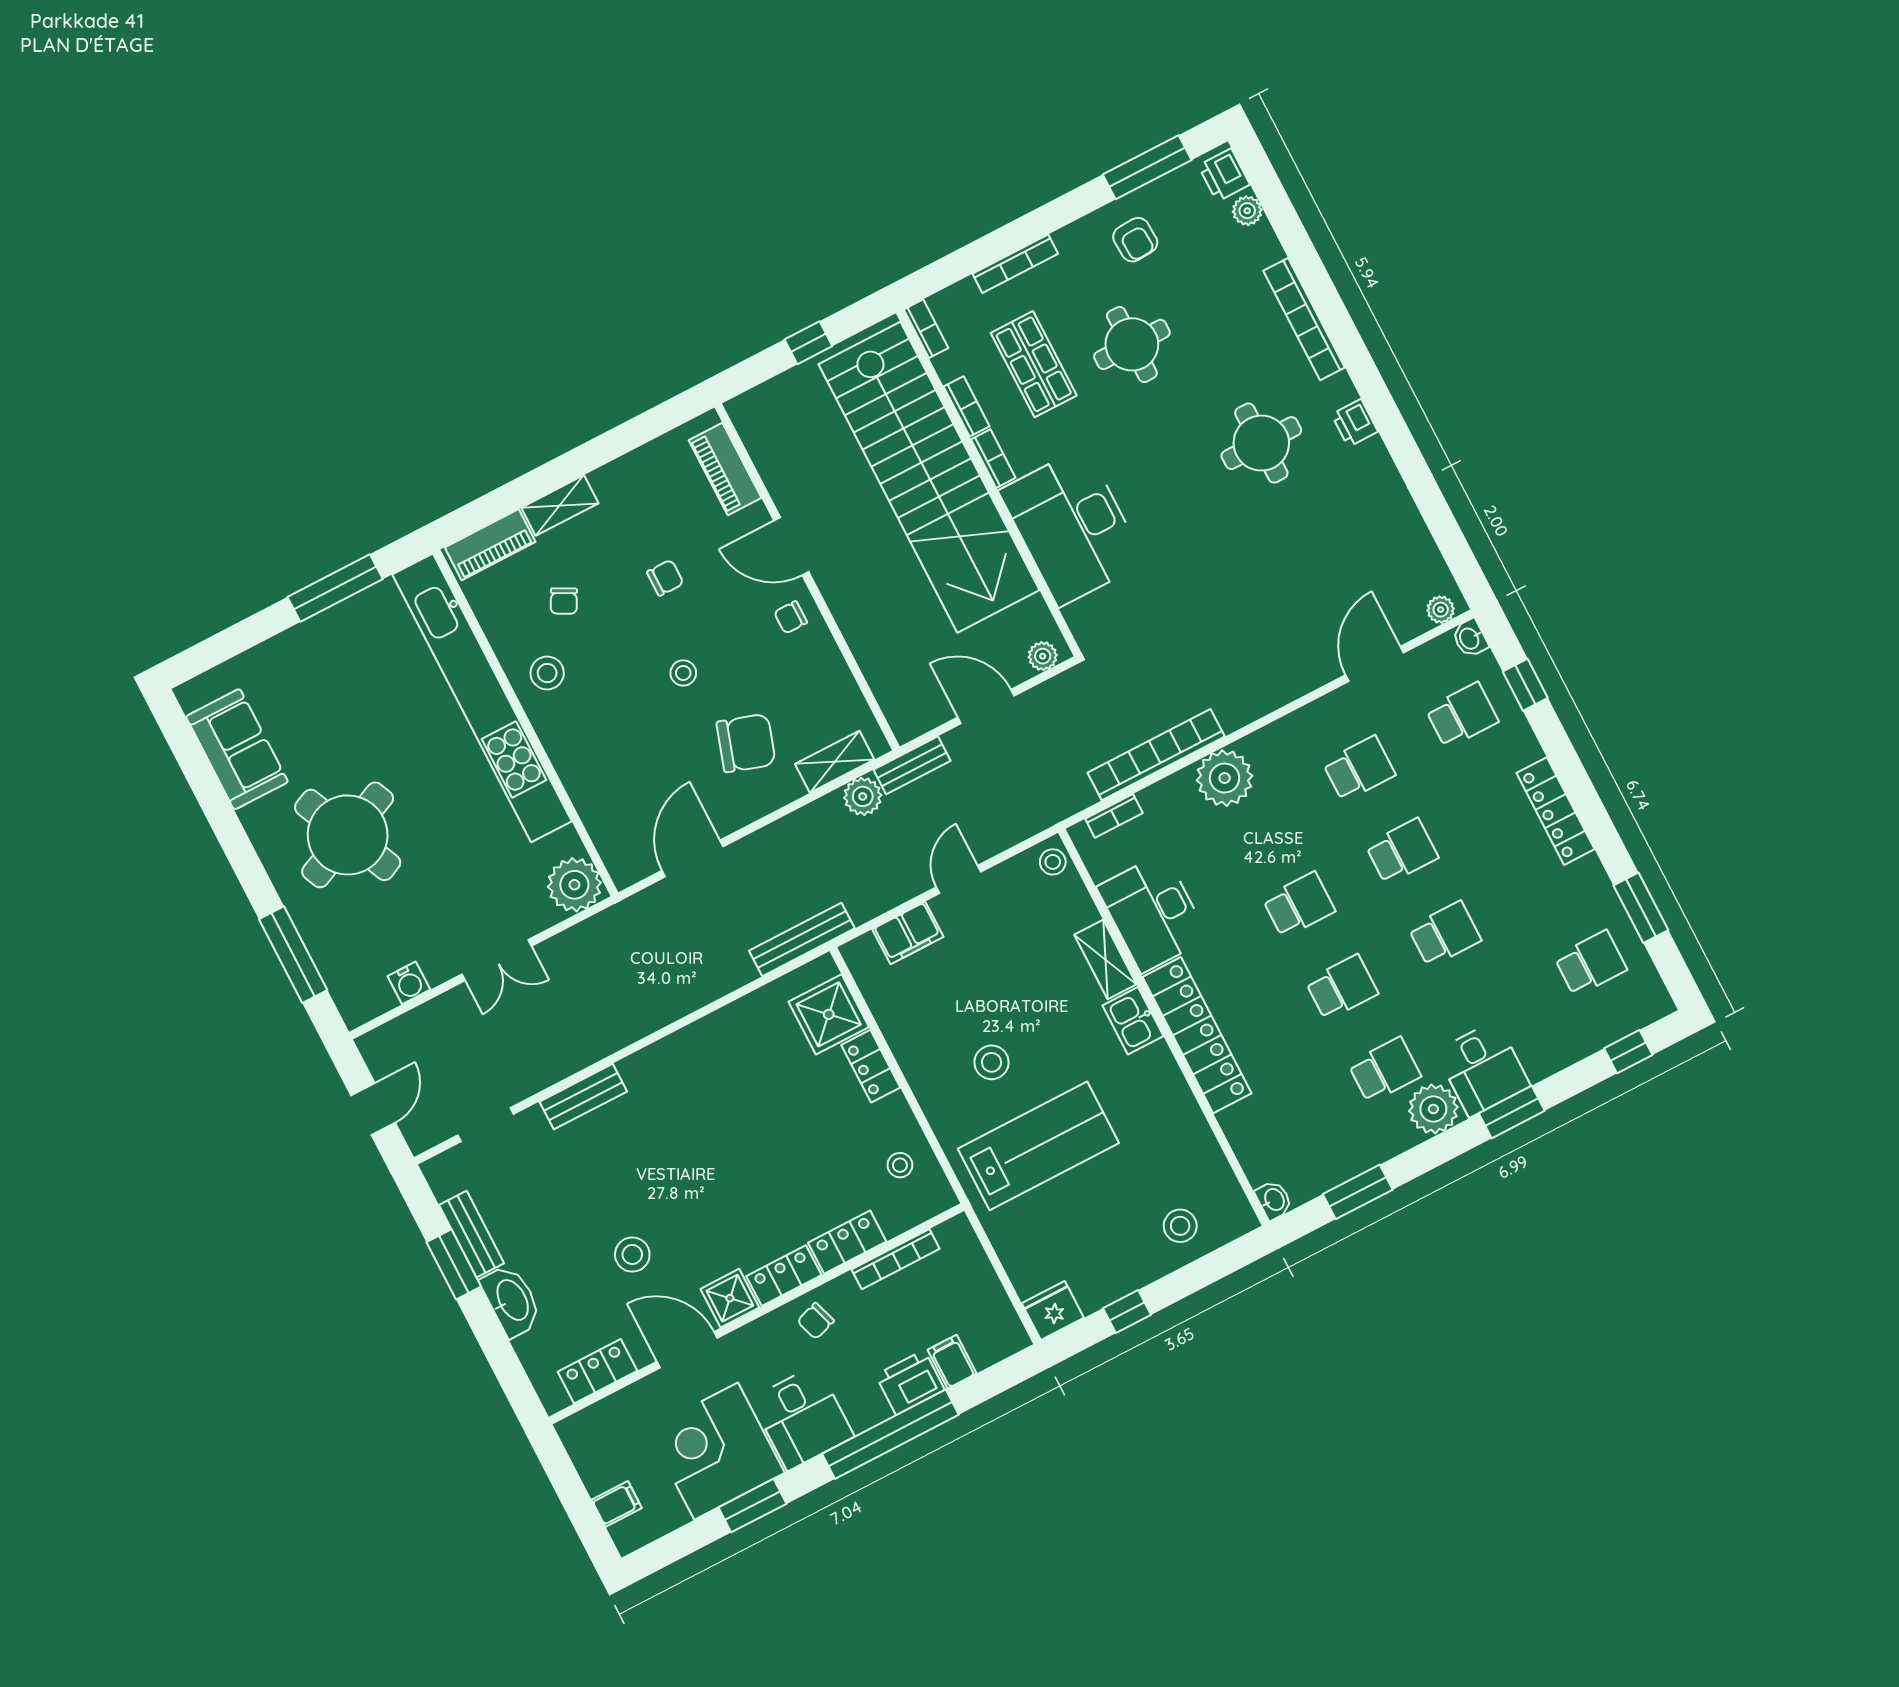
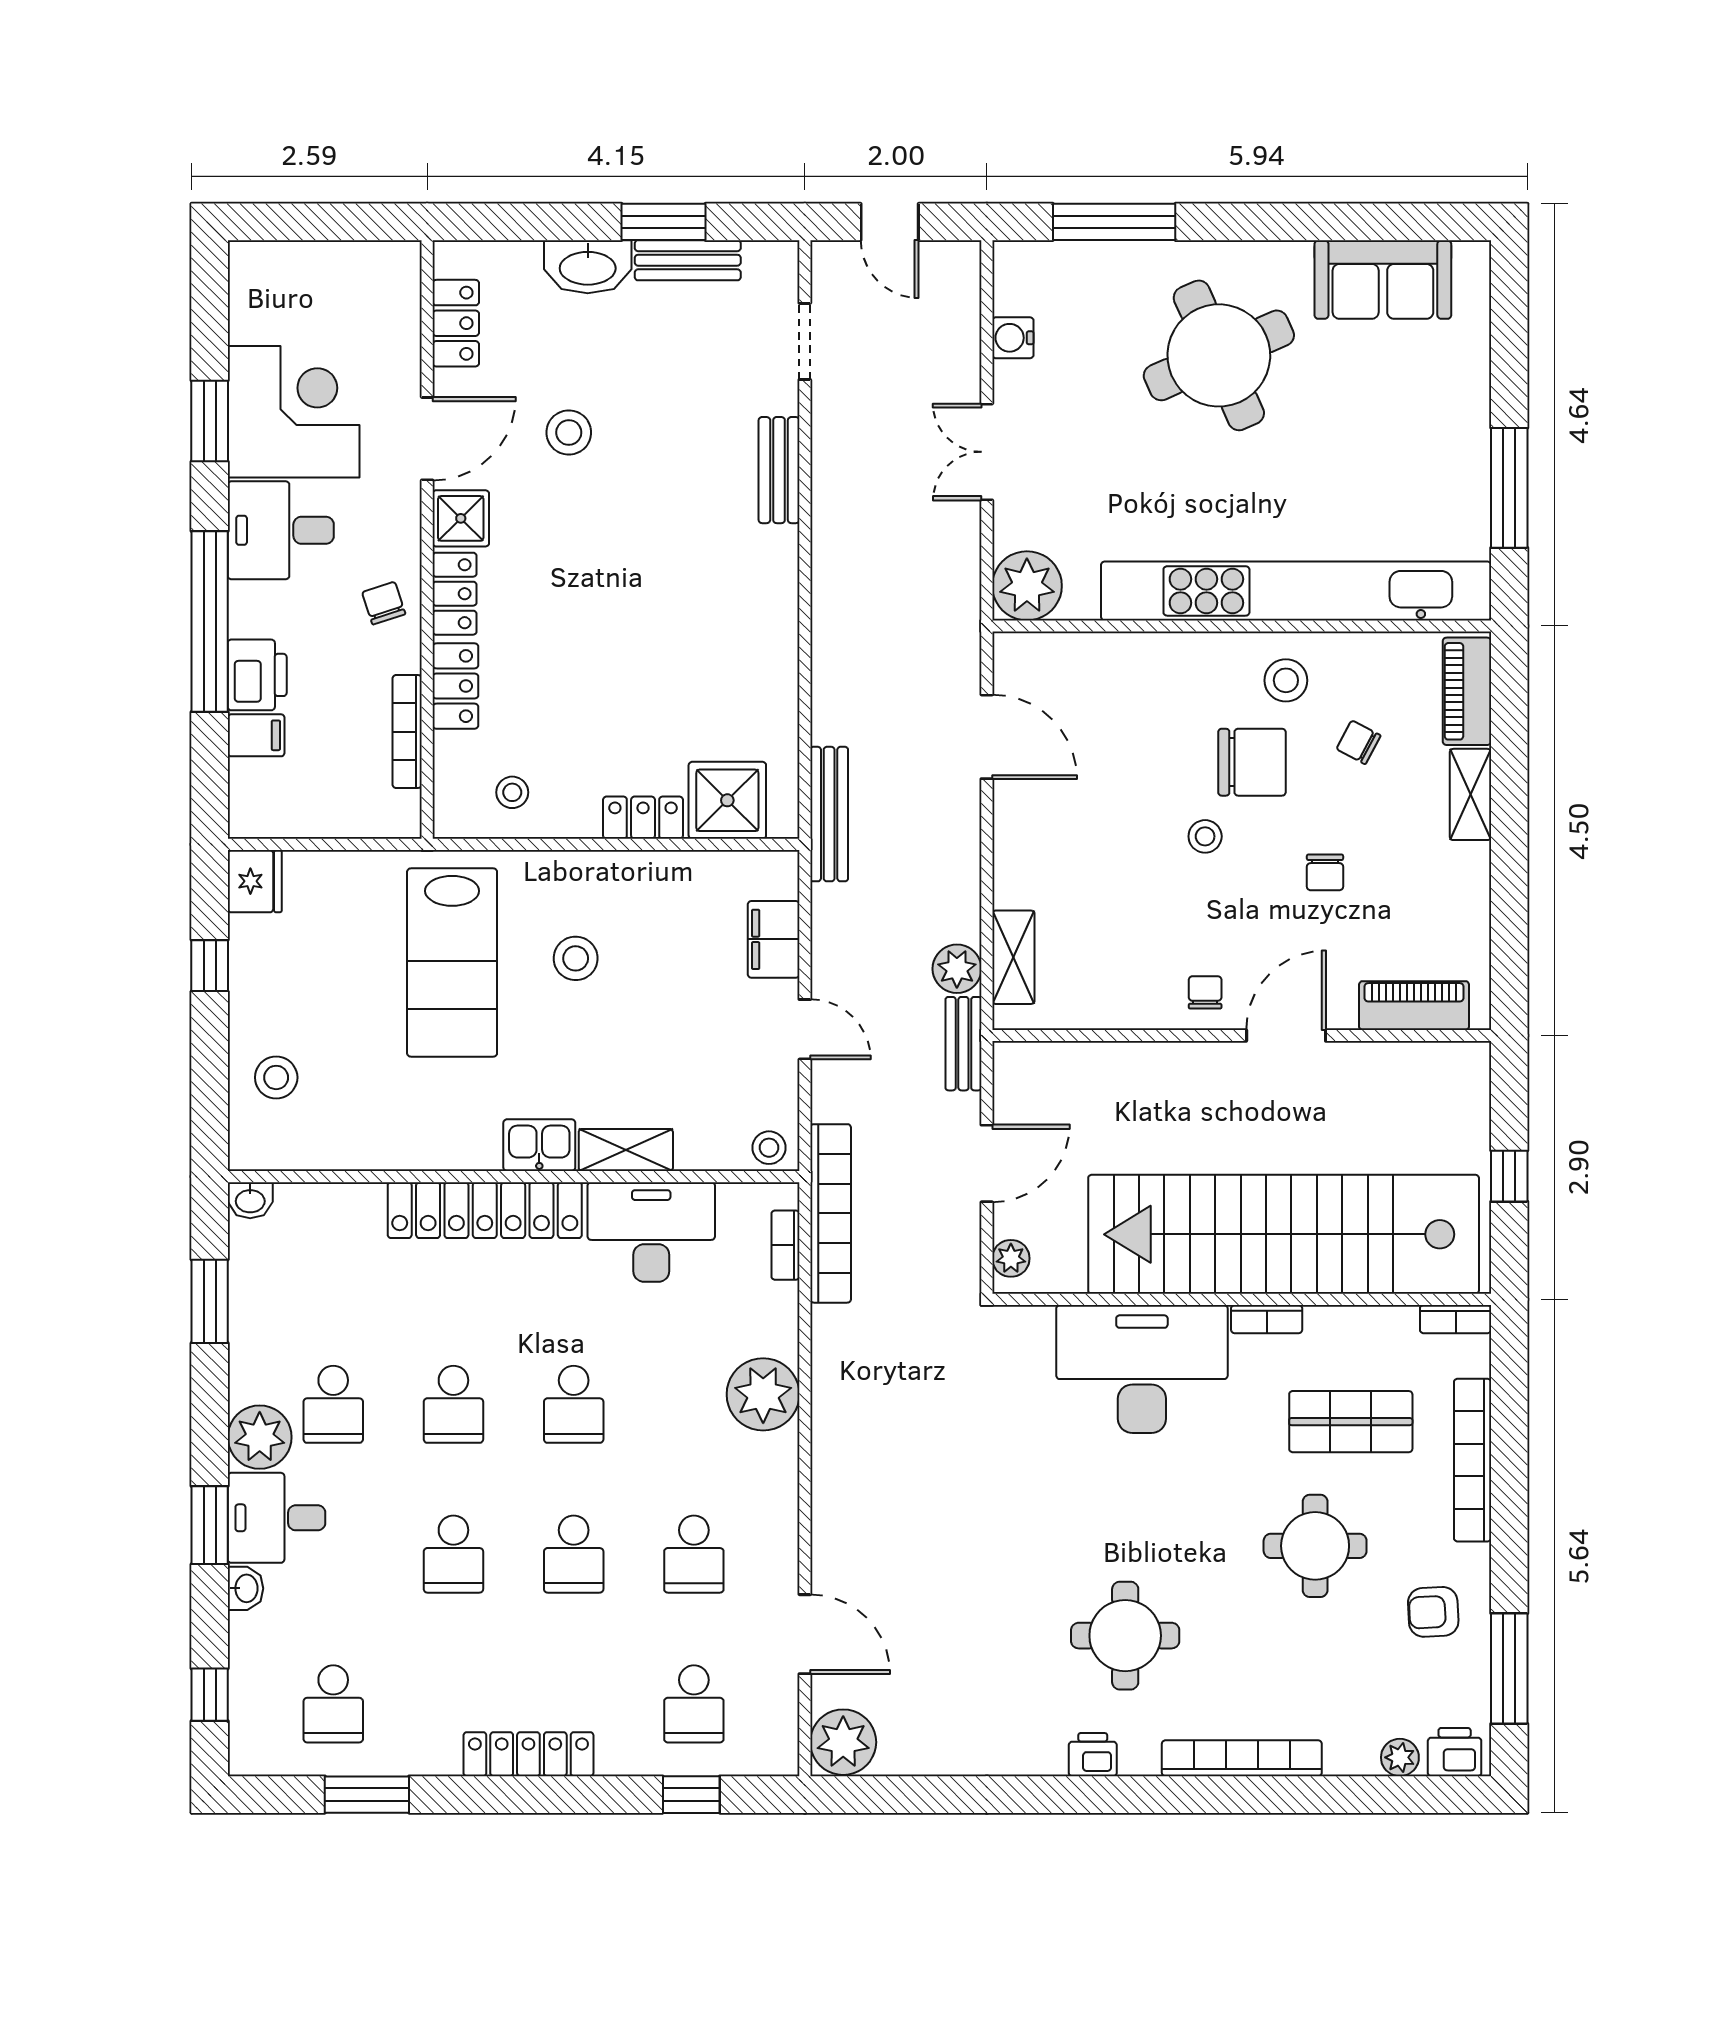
bookcase: (1015, 264) -> (1473, 1460), width x1.48, depth x1.31
bookcase: (967, 406) -> (1342, 1320), removed
plant: (1441, 610) -> (843, 1742), width x1.88, depth x1.88
washbasin: (1470, 638) -> (245, 1588), moved, turned 90
chair: (746, 743) -> (1252, 762), moved, turned -108
bookcase: (1156, 755) -> (831, 1213), moved
filing cabinet: (617, 1504) -> (292, 266), removed

